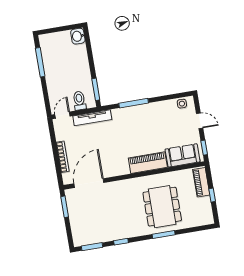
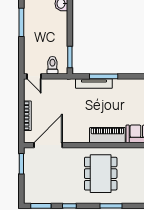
door: (62, 115) -> (34, 76), swing flipped
tv unit: (92, 118) -> (94, 83), moved
dining table: (162, 207) -> (101, 174), moved

